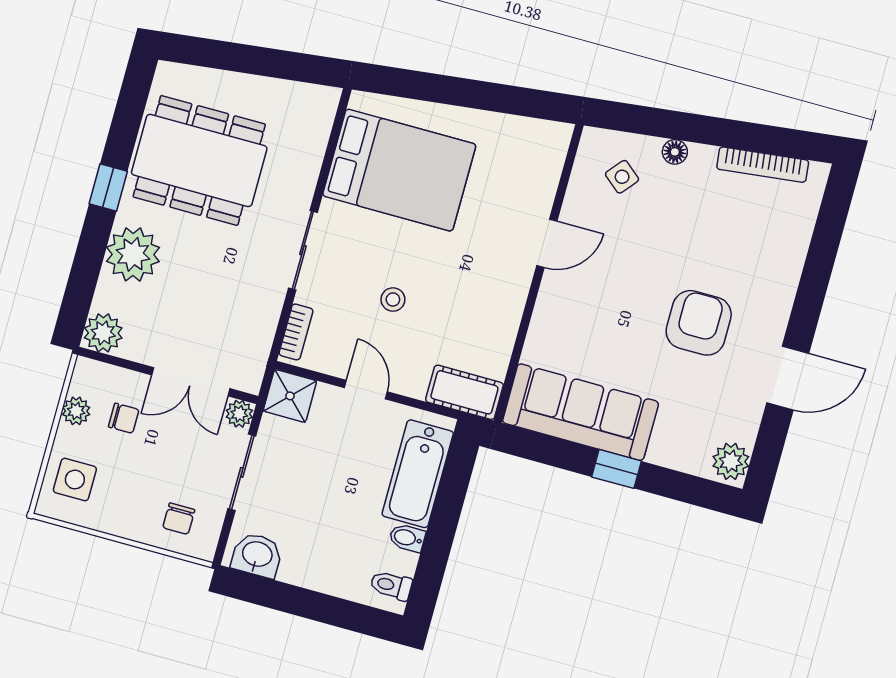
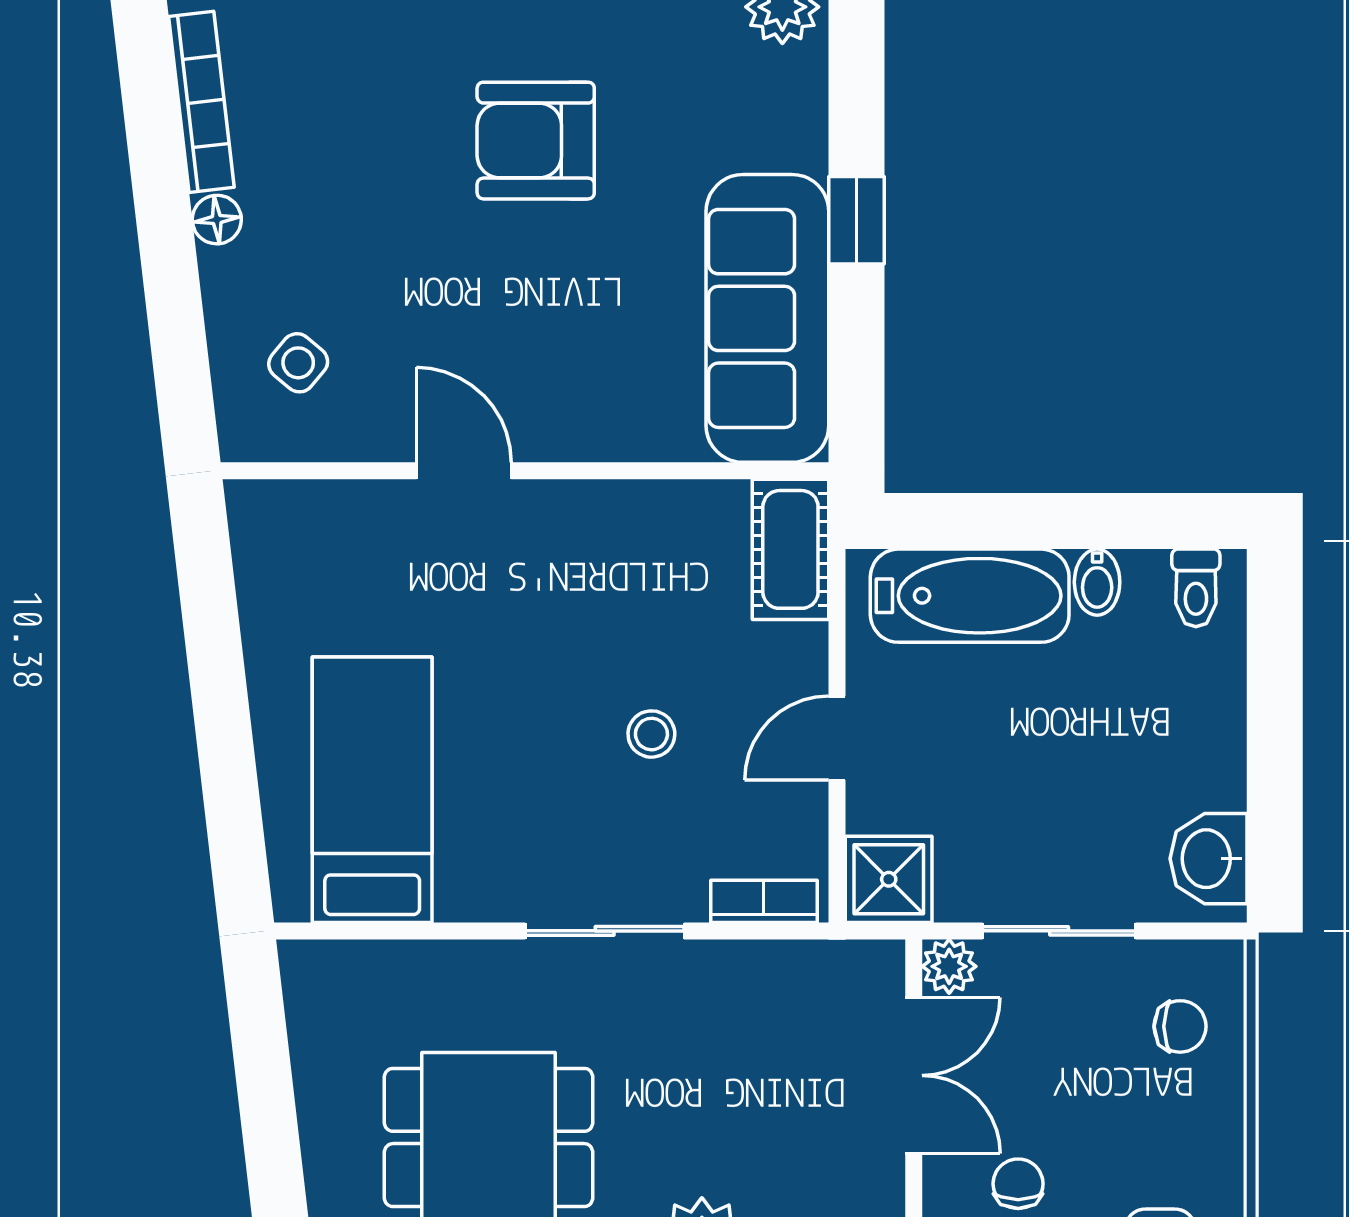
floor lamp: (675, 152) -> (217, 220), moved
bed: (399, 170) -> (372, 790), width x0.67

